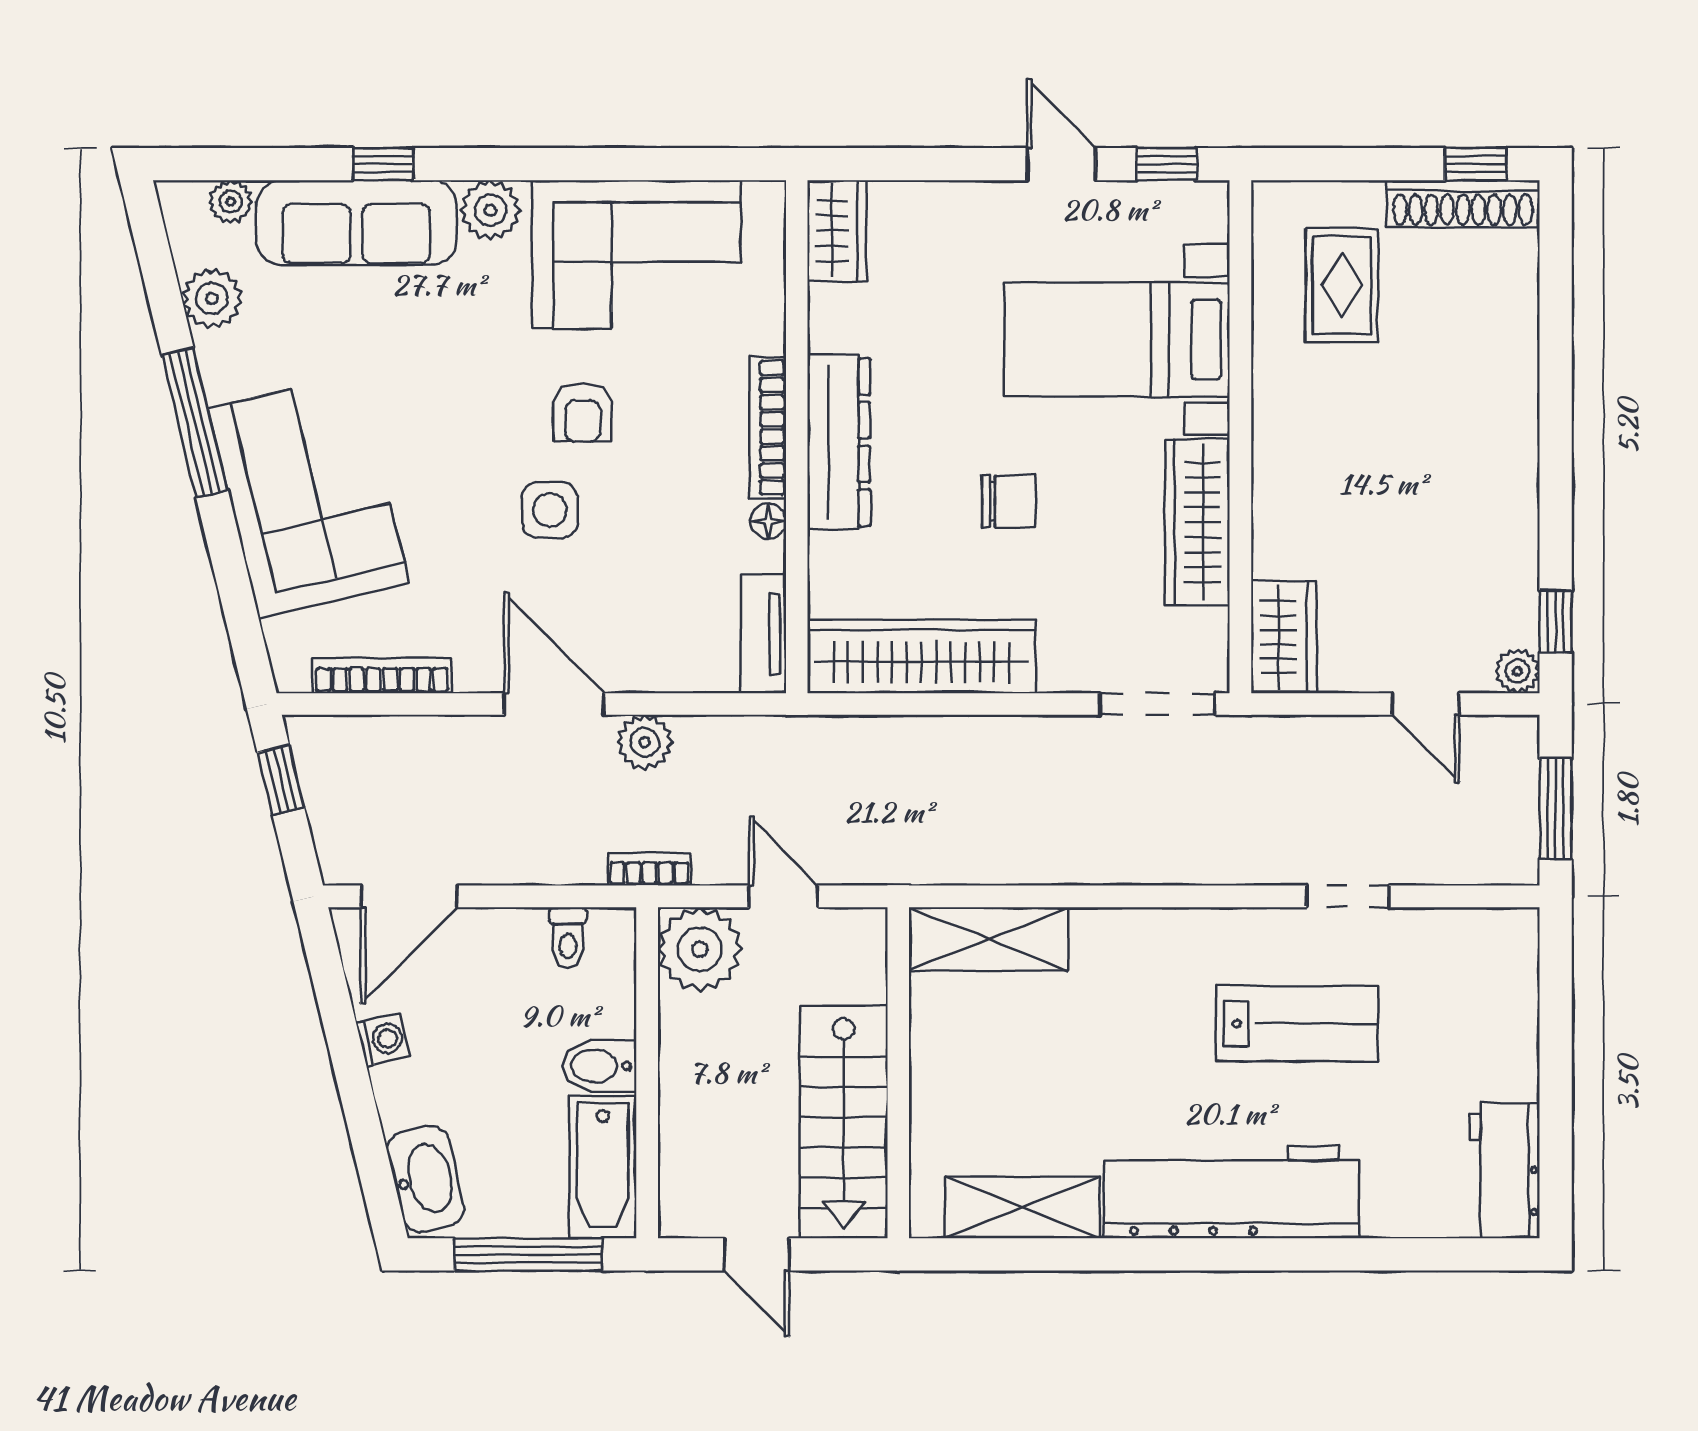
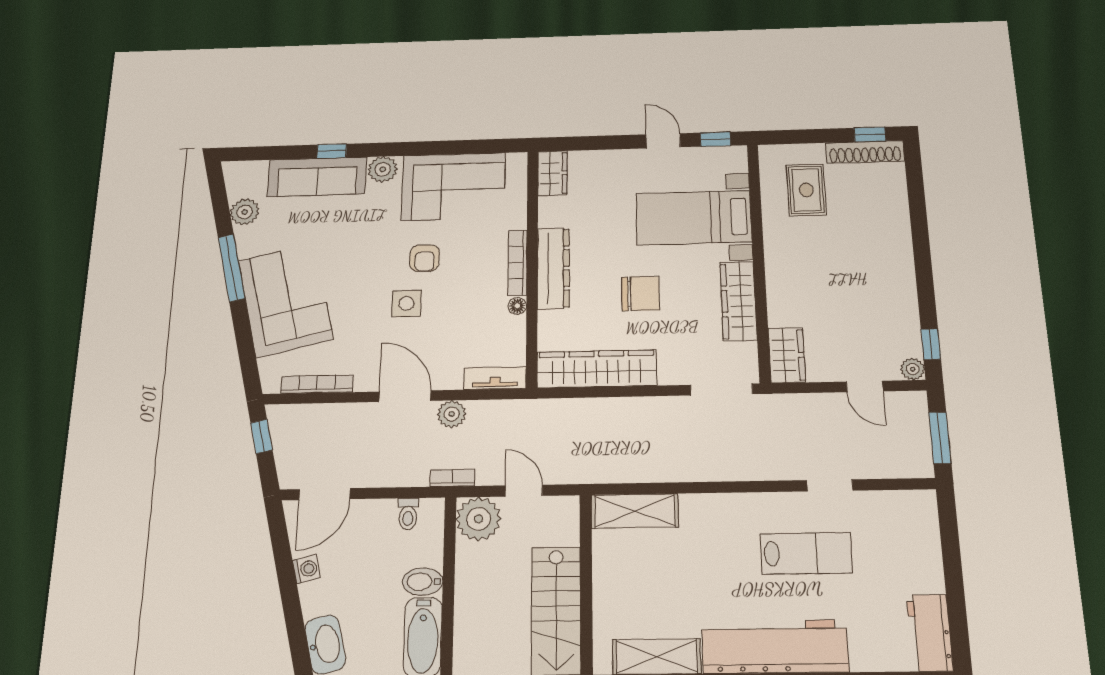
plant: (231, 202) -> (257, 169), removed
chair: (1009, 501) -> (640, 294), width x1.37, depth x1.37
tv unit: (763, 634) -> (495, 378), moved, turned 90

